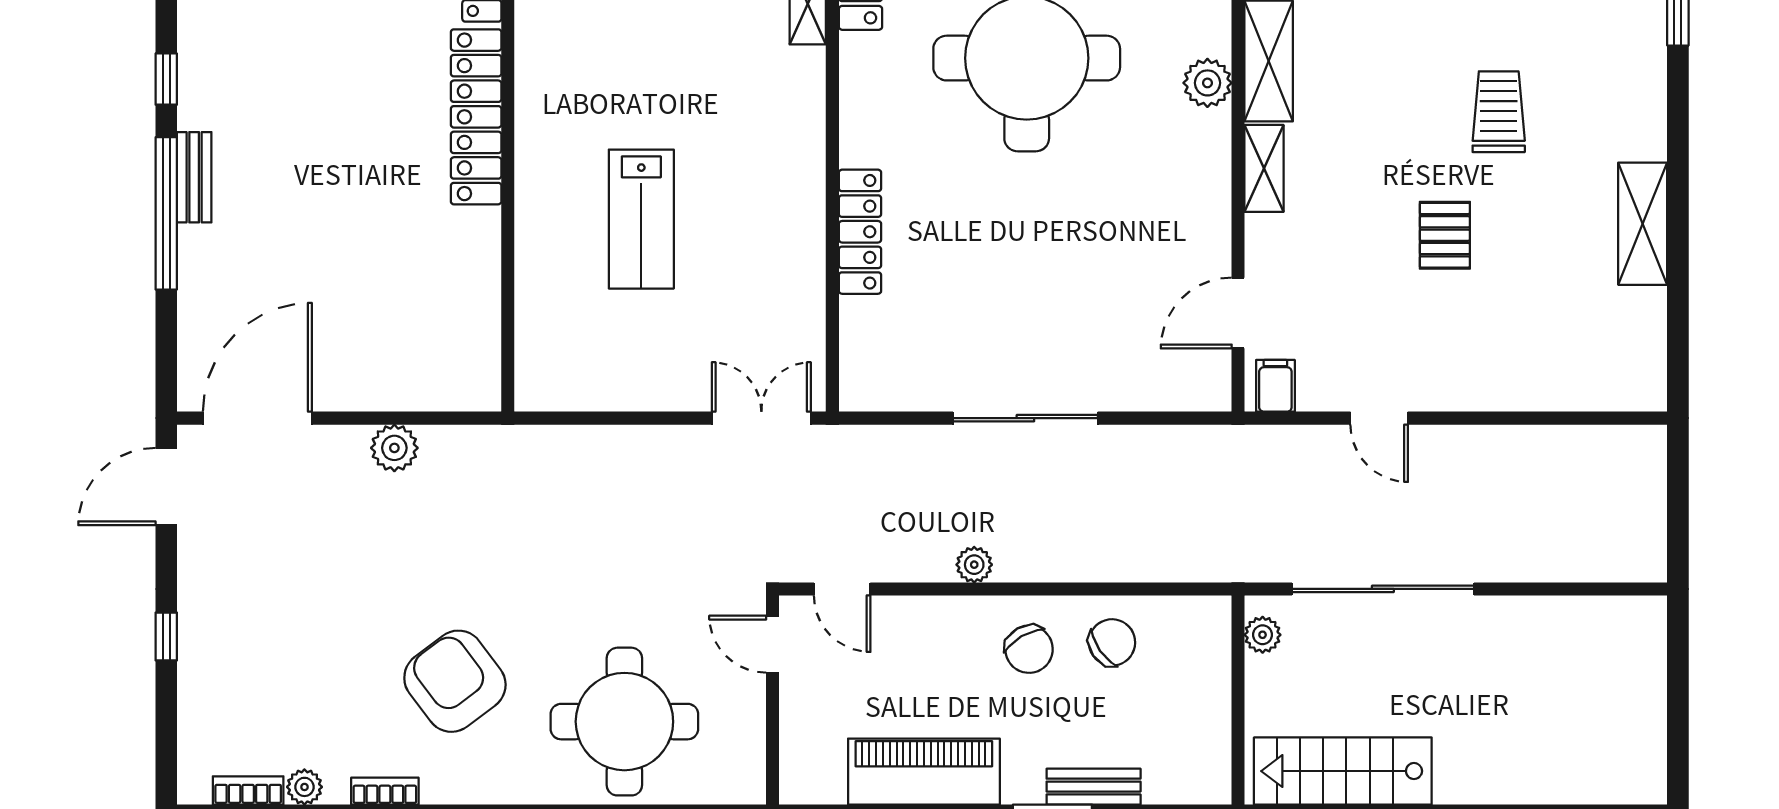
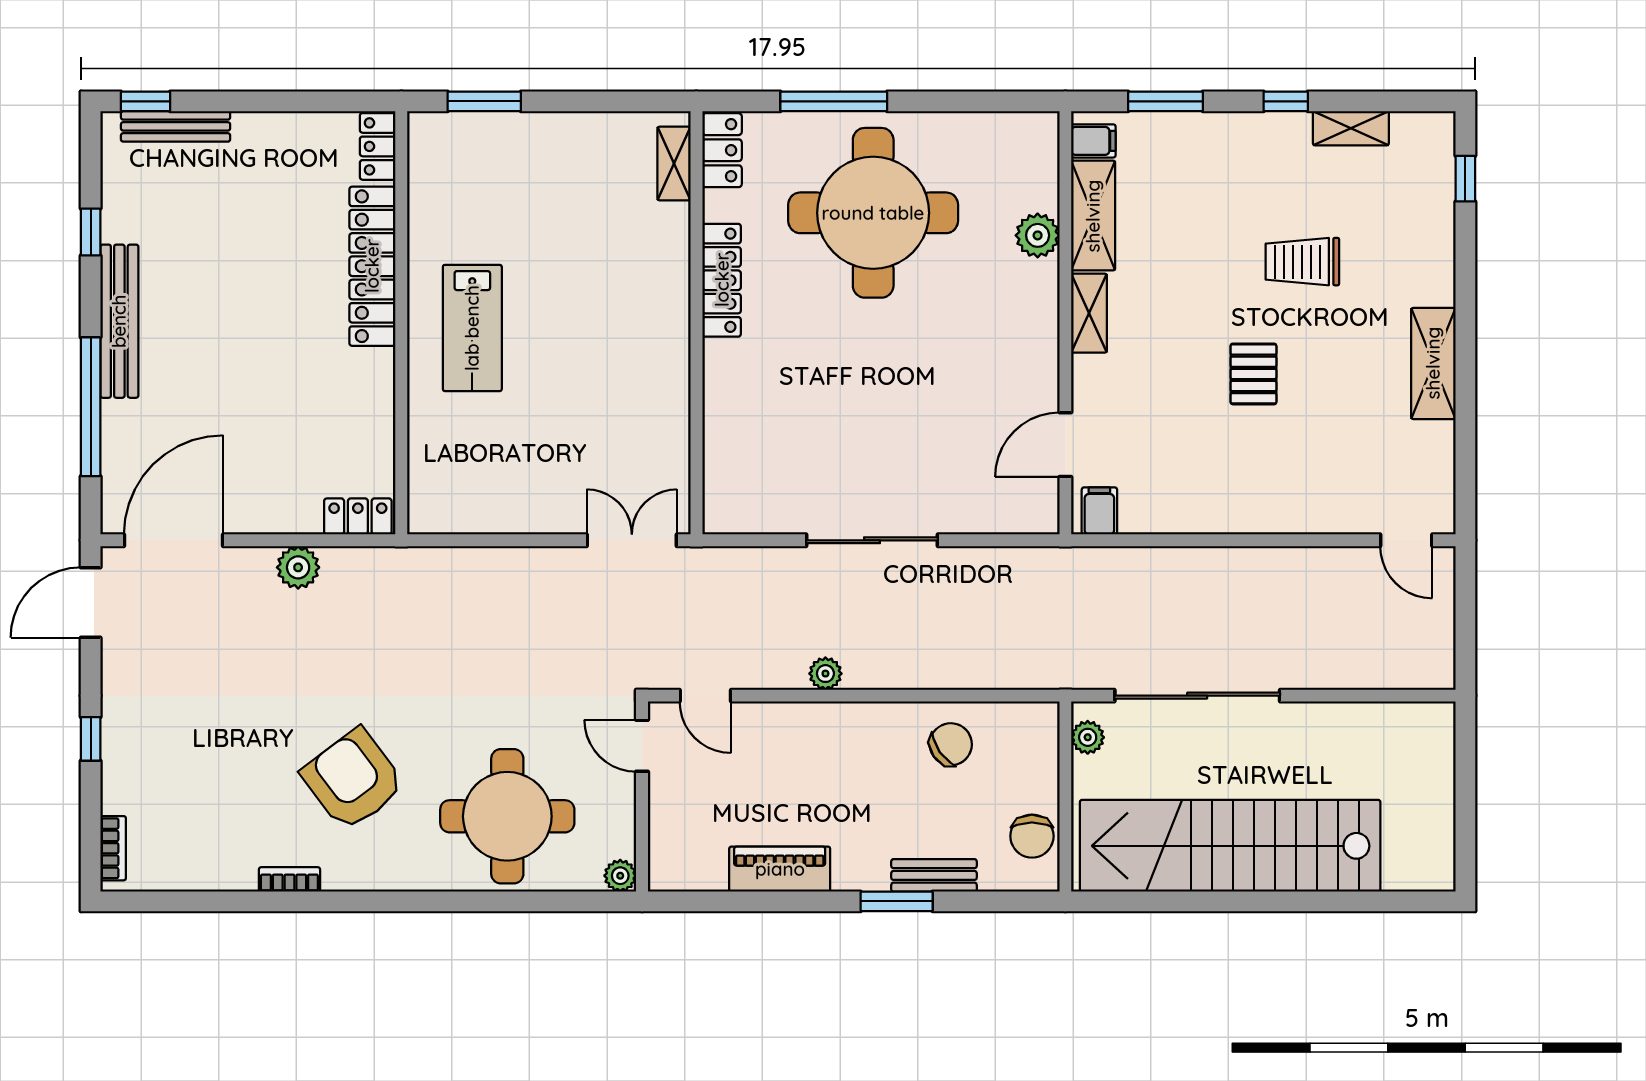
trolley: (1499, 112) -> (1302, 262), turned -90
bench: (194, 177) -> (119, 321), width x1.86, depth x1.21
window: (166, 213) -> (91, 407), moved
lab bench: (641, 219) -> (472, 328), moved
locker: (860, 232) -> (722, 280), moved
locker: (460, 392) -> (358, 516), added
door: (1379, 418) -> (1406, 540), moved
chair: (1029, 649) -> (1032, 836), moved, turned 30
stairs: (1343, 771) -> (1230, 846), width x1.86, depth x1.51
piano: (924, 772) -> (780, 869), width x0.73, depth x0.75
plant: (304, 787) -> (620, 876), moved
bookcase: (248, 790) -> (113, 848), moved, turned 90

